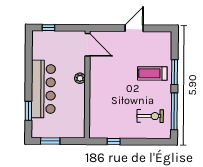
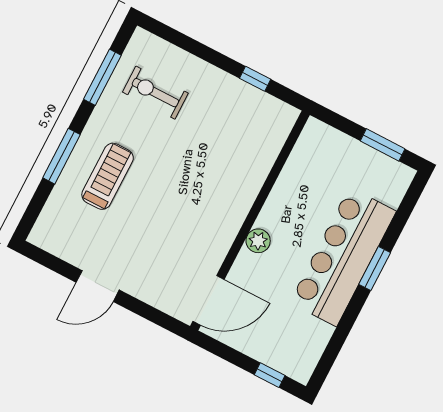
door: (88, 45) -> (209, 300), swing flipped
treadmill: (152, 73) -> (108, 176), turned -90
window: (28, 111) -> (375, 269), moved
window: (174, 111) -> (102, 77), width x0.68

